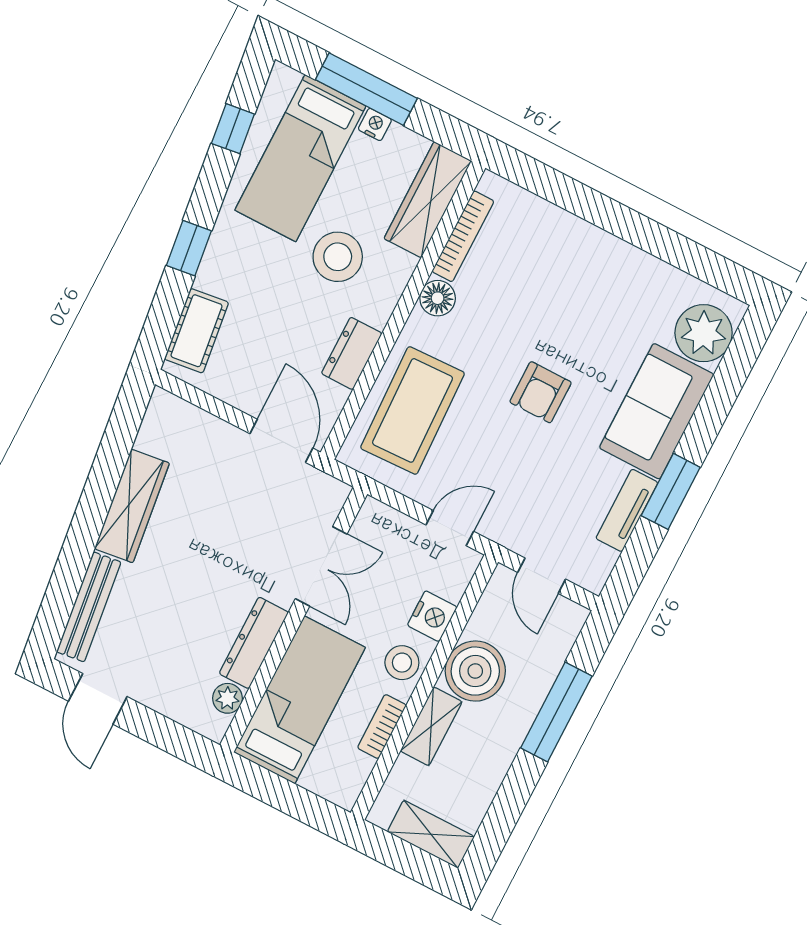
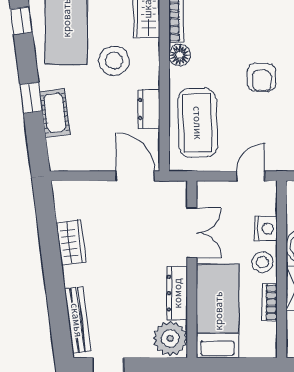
cot: (197, 331) -> (55, 113), moved
wardrobe: (132, 506) -> (71, 242), width x0.67
plant: (227, 698) -> (170, 338), width x1.88, depth x1.88

